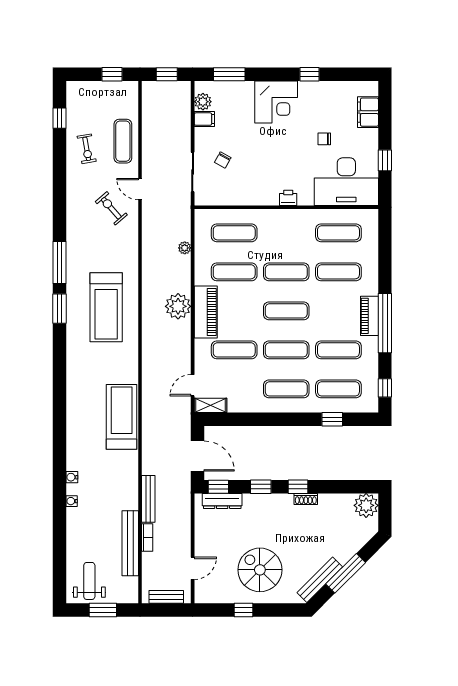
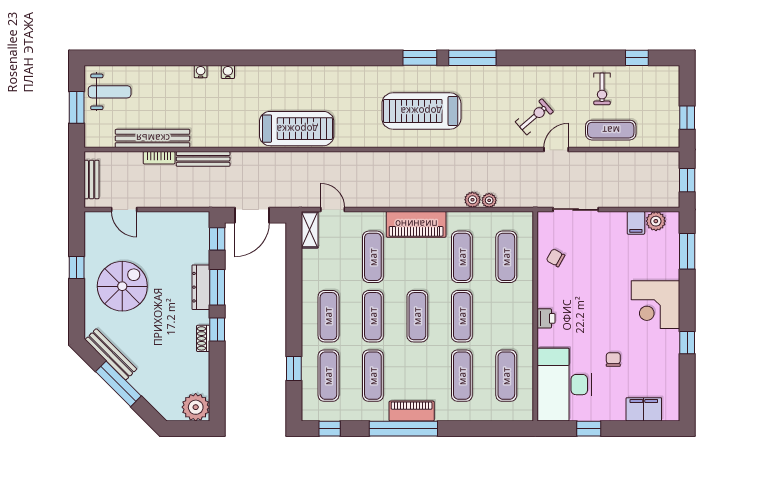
exercise bike: (87, 149) -> (602, 89), turned -80
chair: (223, 160) -> (556, 258), moved
plant: (178, 306) -> (472, 200), moved, width x0.53, depth x0.53
window: (261, 487) -> (217, 287), width x1.50
dresser: (222, 501) -> (201, 287), moved

